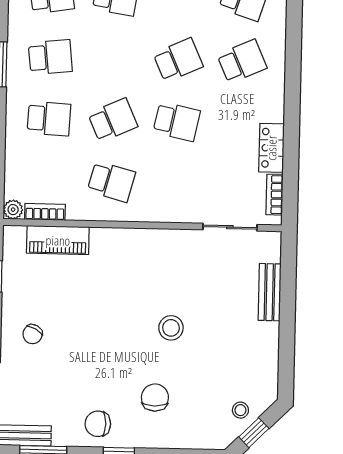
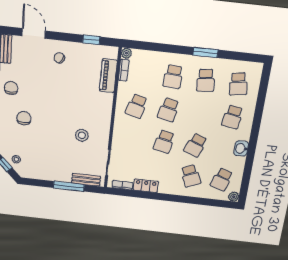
school desk: (178, 60) -> (196, 145), turned 45
school desk: (113, 120) -> (168, 110), turned 36
bench: (270, 292) -> (86, 180), moved
window: (288, 302) -> (69, 186), added
stool: (171, 328) -> (82, 135), moved
chair: (155, 397) -> (24, 118), turned -90

